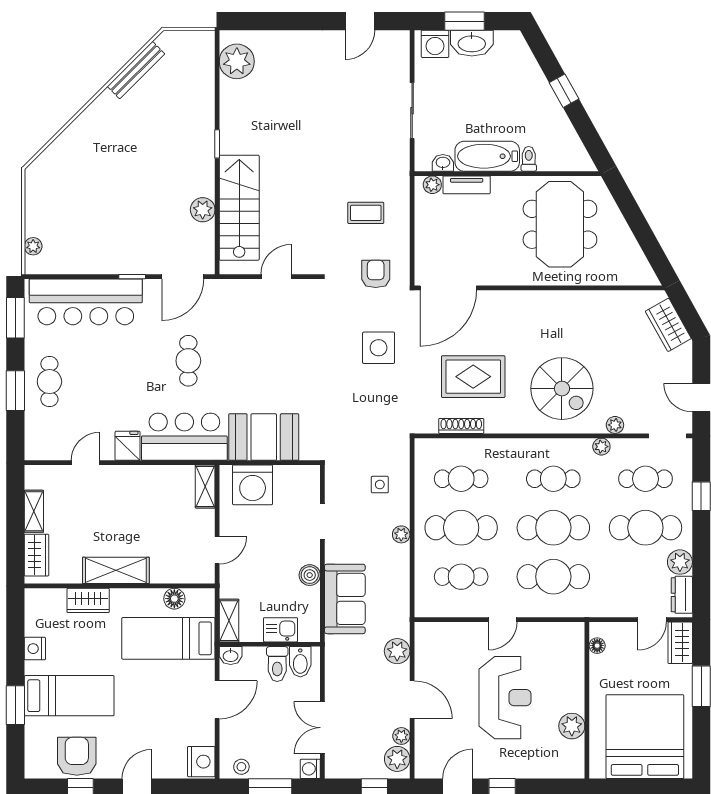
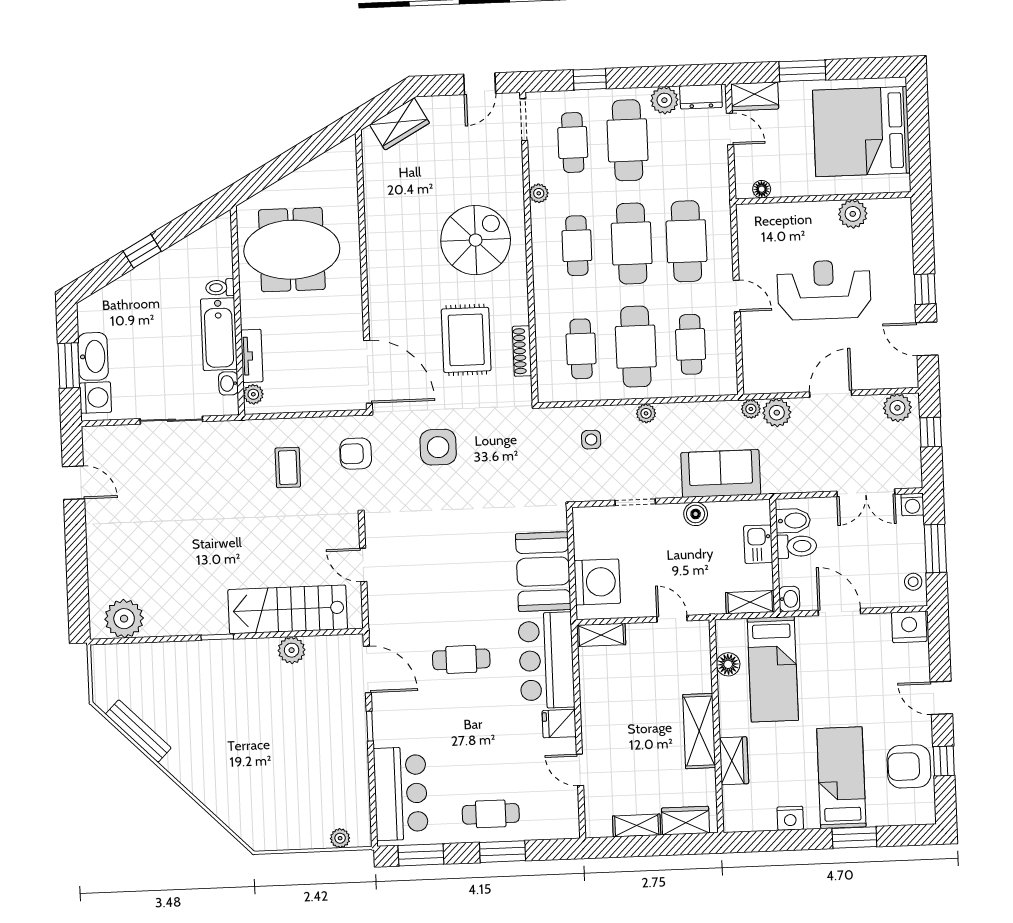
bar counter: (86, 302) -> (401, 794), width x0.73
plant: (615, 425) -> (514, 179), removed
plant: (401, 736) -> (751, 409), moved

